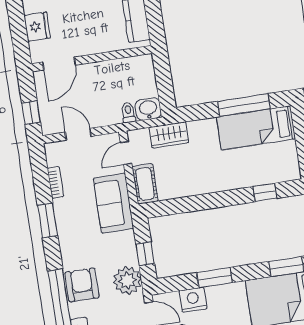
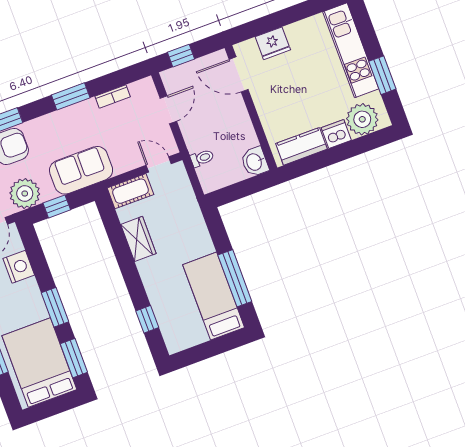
washbasin: (148, 109) -> (255, 162), moved, turned 180
wardrobe: (169, 135) -> (138, 239), moved, turned 180
sofa: (113, 203) -> (81, 170), moved
window: (214, 278) -> (55, 307), moved

